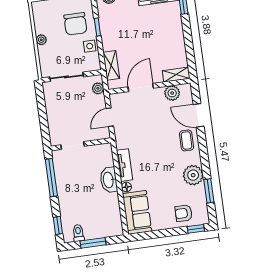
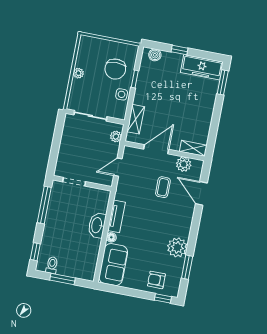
coffee table: (186, 140) -> (163, 187), moved

